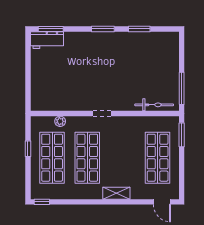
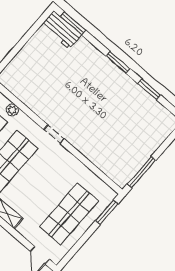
bicycle: (154, 105) -> (106, 166), removed

